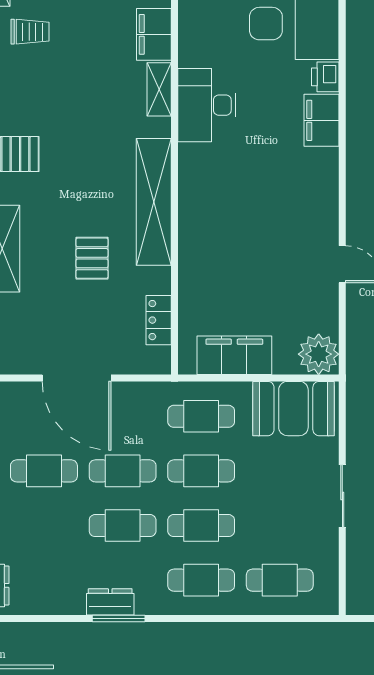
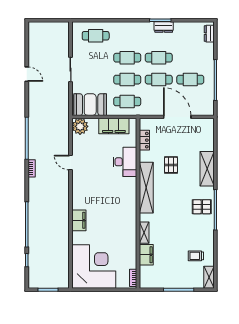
printer: (325, 77) -> (77, 238), removed
desk: (207, 105) -> (125, 162), moved
cafe table: (201, 580) -> (127, 36), removed

